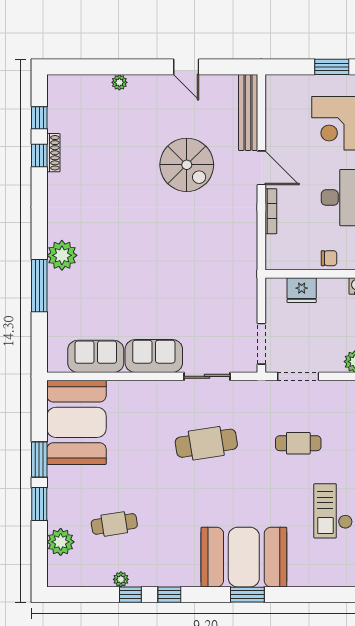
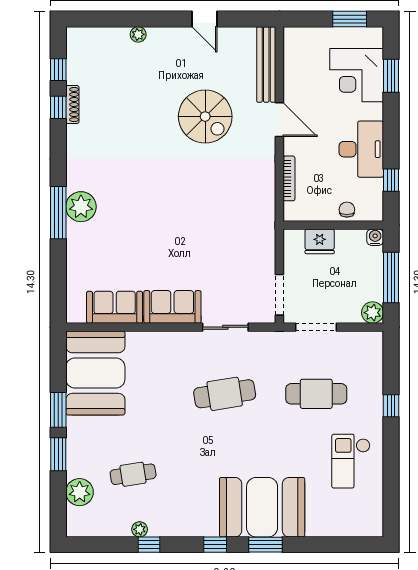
bookcase: (271, 211) -> (289, 178), moved
chair: (329, 258) -> (347, 210), turned -90
window: (39, 286) -> (58, 213), moved
cafe table: (298, 443) -> (316, 394), width x1.37, depth x1.35
window: (169, 595) -> (215, 545), moved

